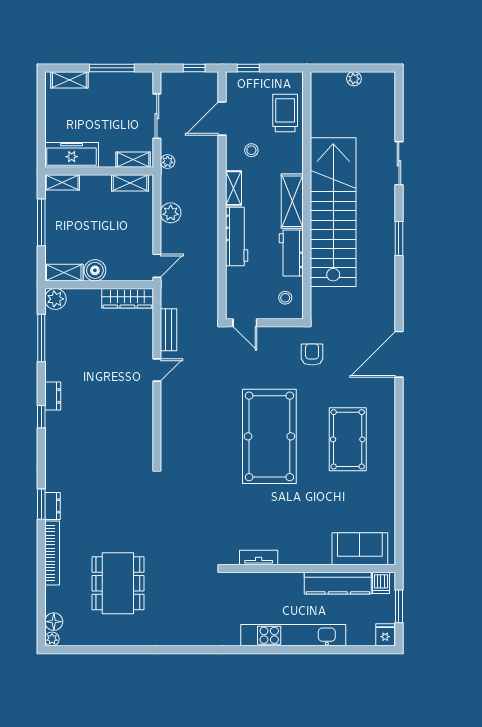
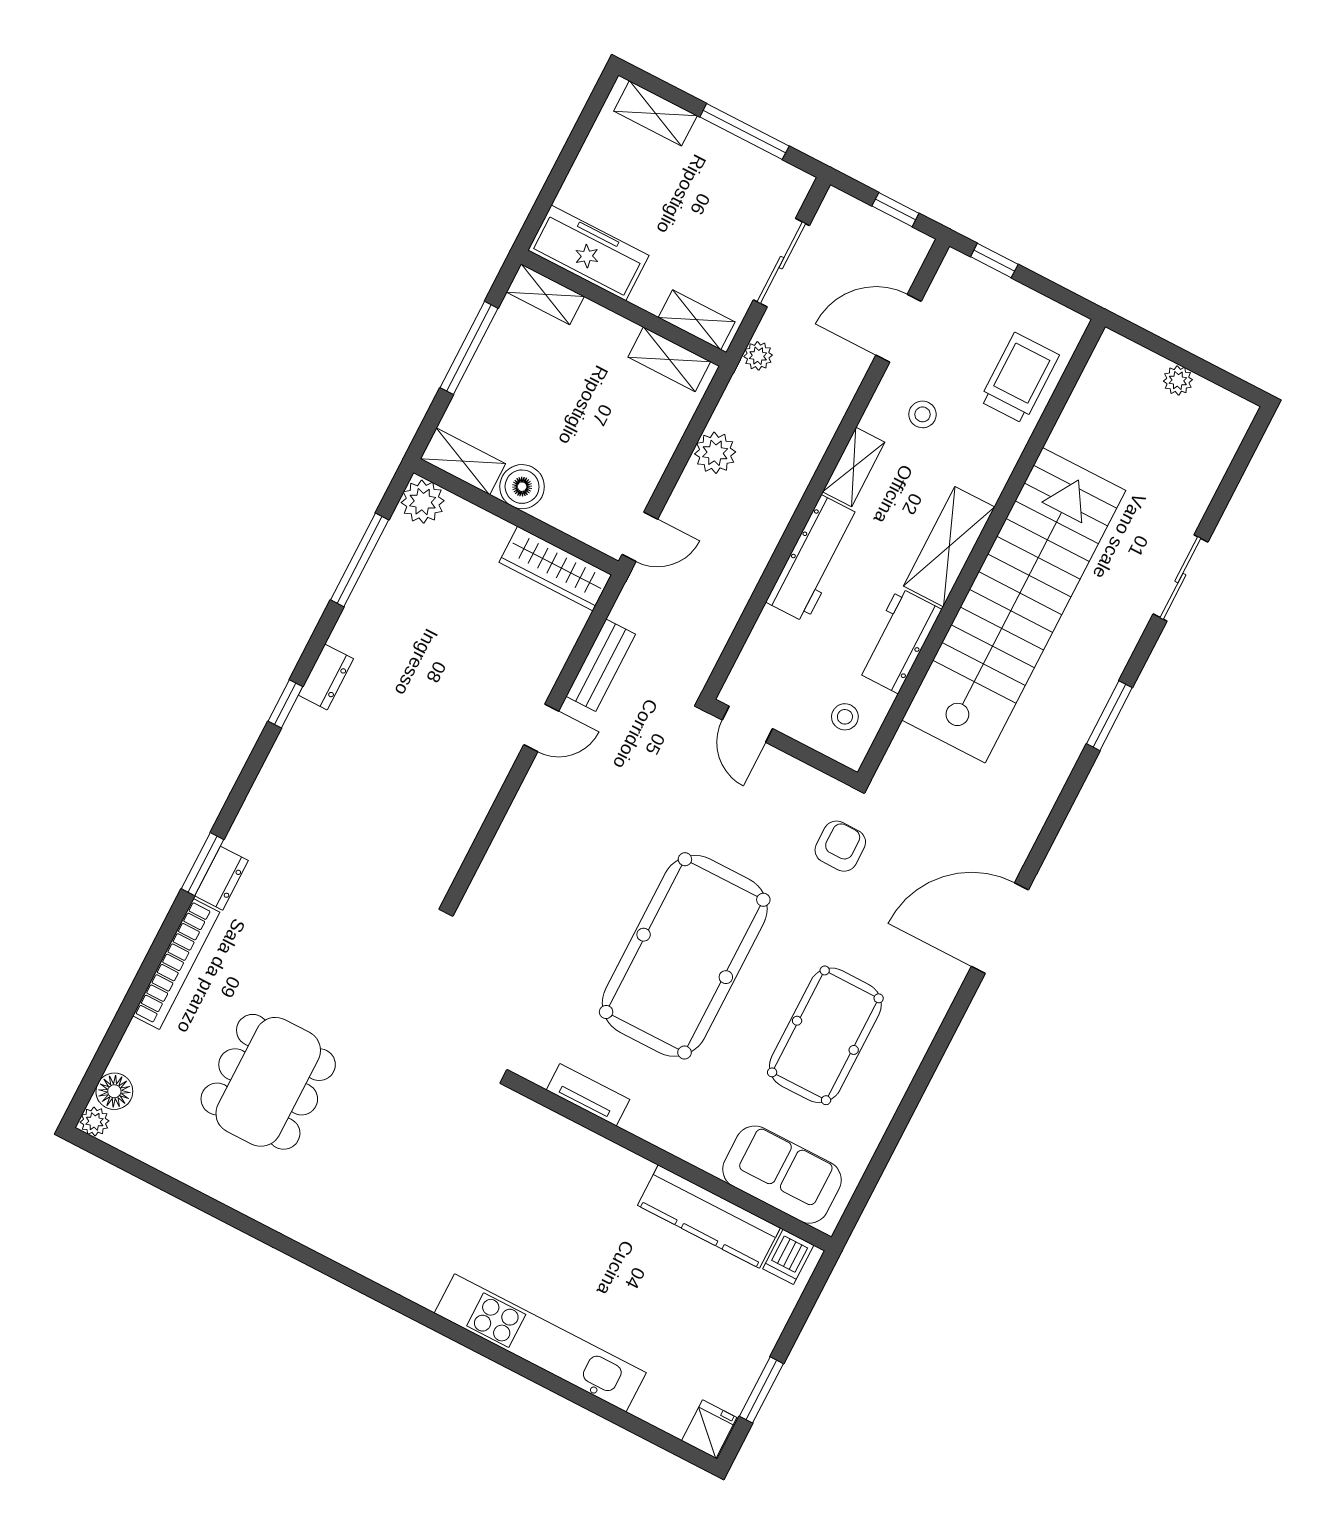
sofa: (360, 549) -> (782, 1175), moved
tv unit: (259, 557) -> (588, 1095), moved
wall: (310, 568) -> (673, 1164), moved
kitchen counter: (338, 583) -> (709, 1217), moved
dishwasher: (381, 583) -> (788, 1257), moved

